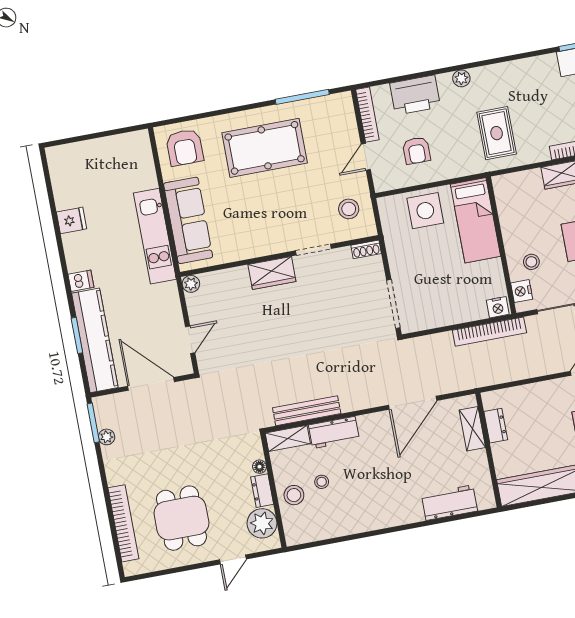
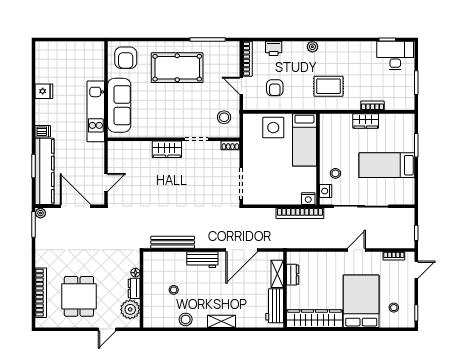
printer: (415, 95) -> (274, 48), width x0.53, depth x0.68
rug: (497, 133) -> (329, 86), turned 90
door: (366, 157) -> (241, 86), hinge flipped
plant: (191, 284) -> (113, 147), removed
workbench: (334, 433) -> (202, 260), moved
plant: (107, 437) -> (40, 213), moved
shelving: (288, 438) -> (221, 321), moved
stool: (294, 495) -> (186, 319), moved
workbench: (449, 503) -> (275, 306), moved, turned -90

